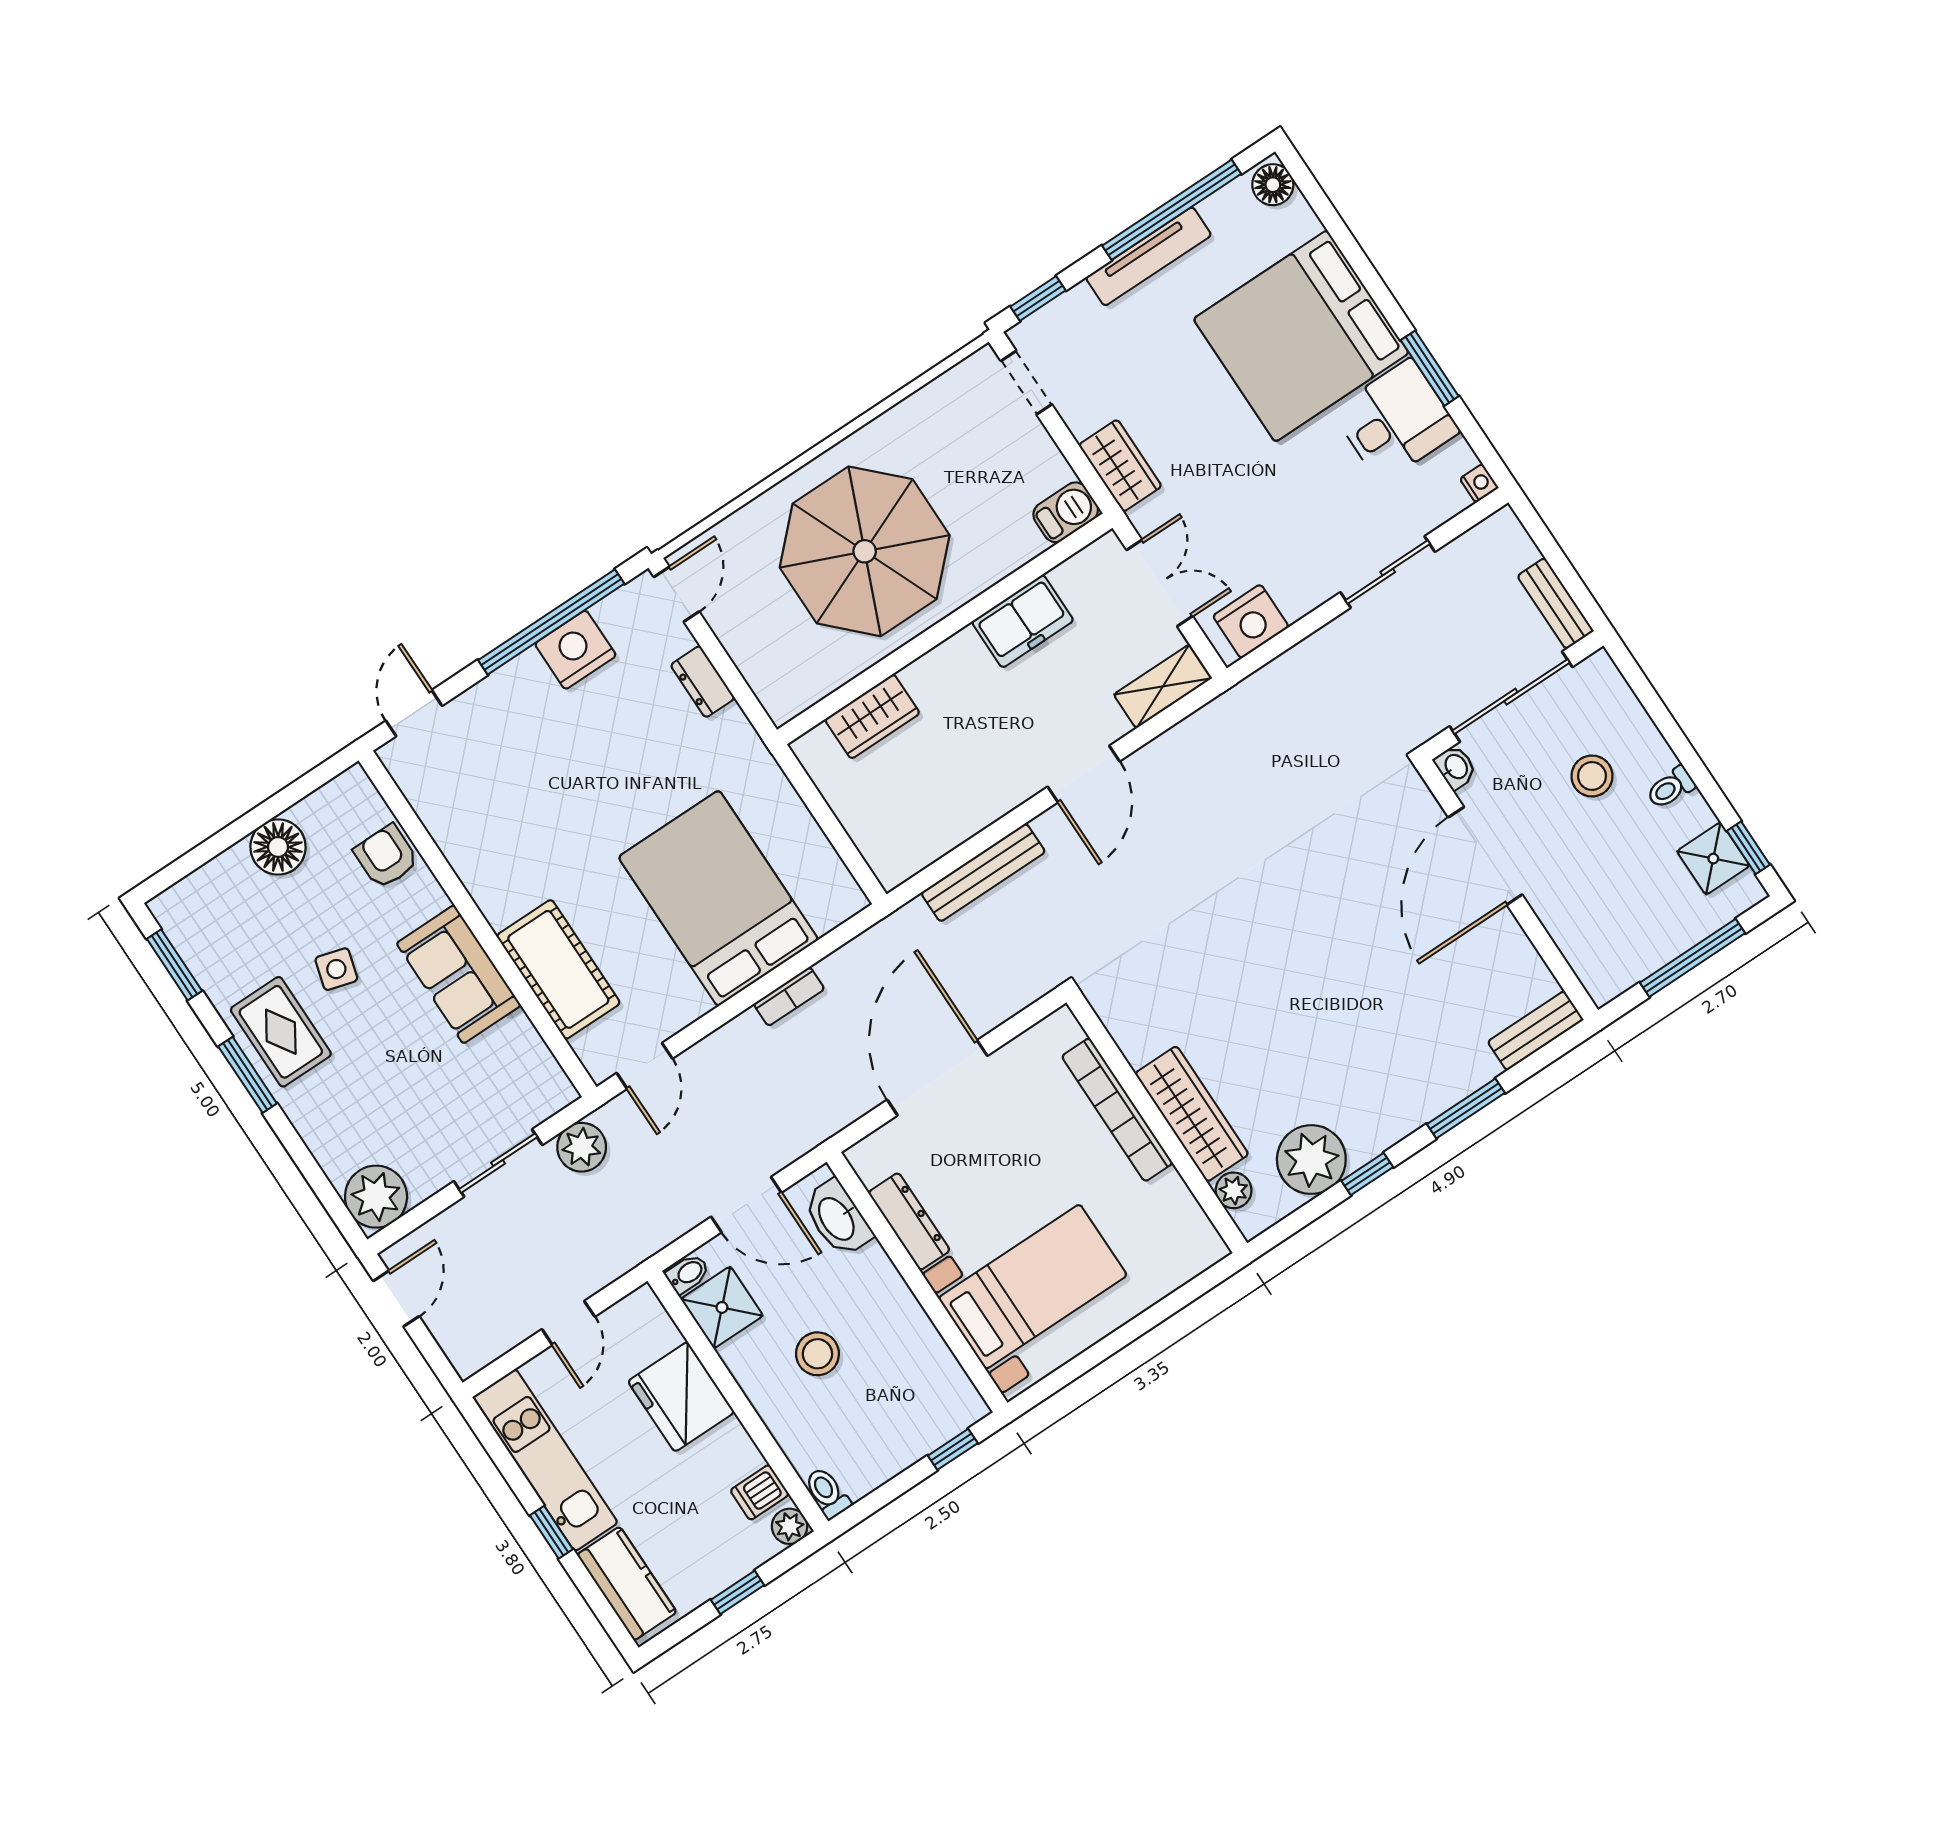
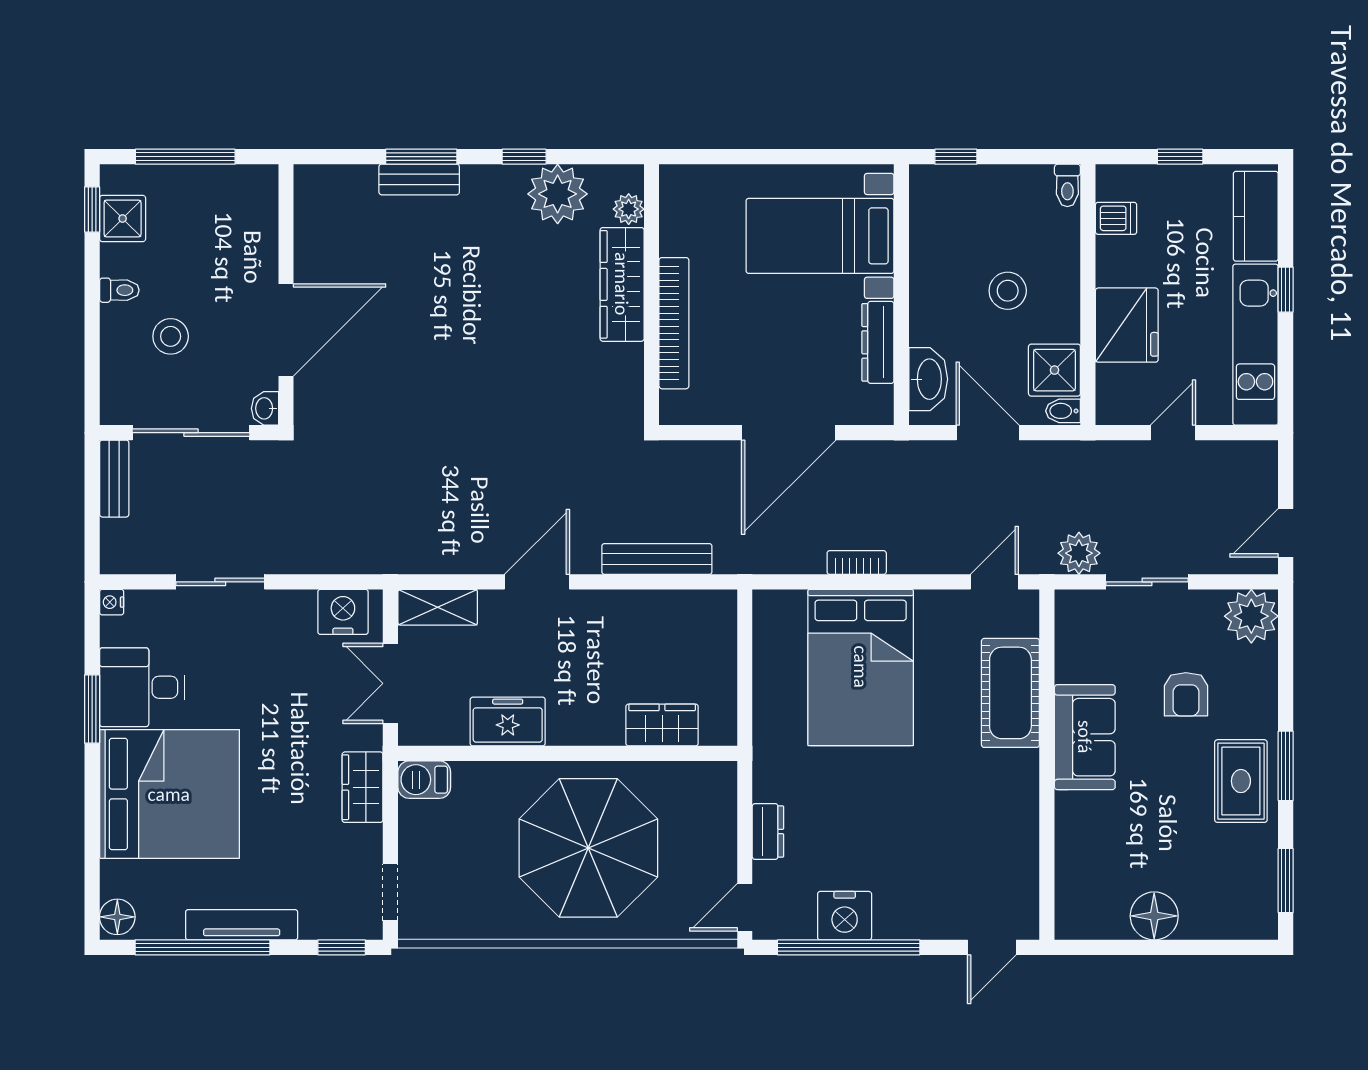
armchair: (386, 857) -> (1186, 694), moved
side table: (336, 969) -> (1171, 800), removed
bench: (1536, 1031) -> (419, 179), moved
plant: (790, 1526) -> (1111, 179), removed

